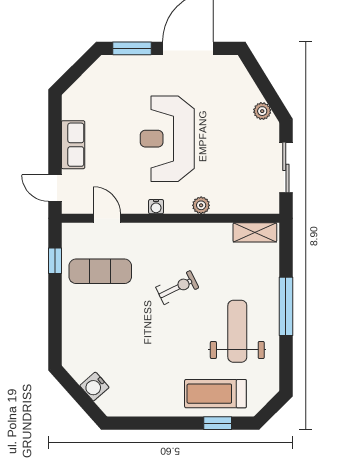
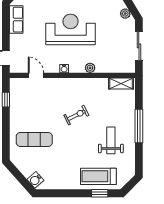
reception desk: (167, 139) -> (71, 29), turned 90
row of seats: (73, 145) -> (16, 20), moved
exercise mat: (100, 271) -> (34, 139), moved
weight bench: (237, 331) -> (111, 140), width x0.73, depth x0.75
water cooler: (94, 387) -> (35, 180), moved

